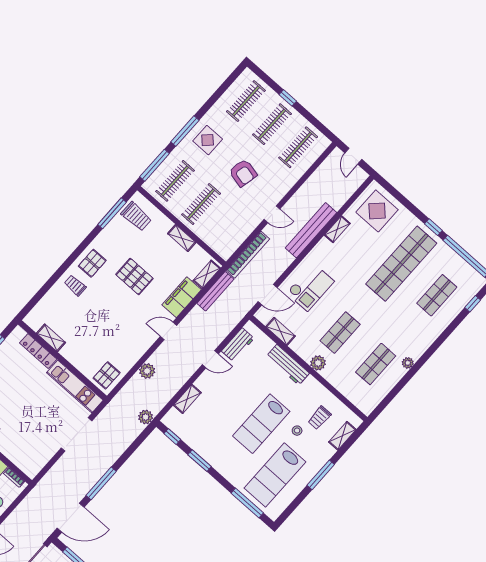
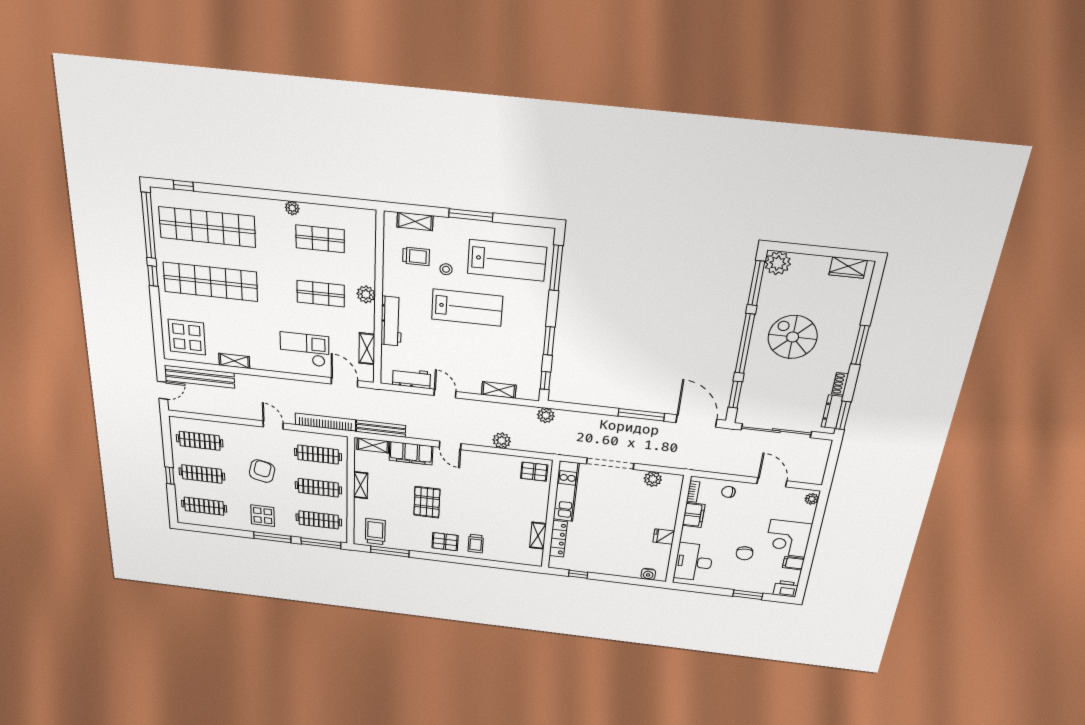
clothes rail: (227, 227) -> (318, 455), added
bench: (311, 230) -> (200, 377), moved
shop shelf: (437, 295) -> (207, 227), width x2.00, depth x1.36
plant: (44, 456) -> (653, 479), added

